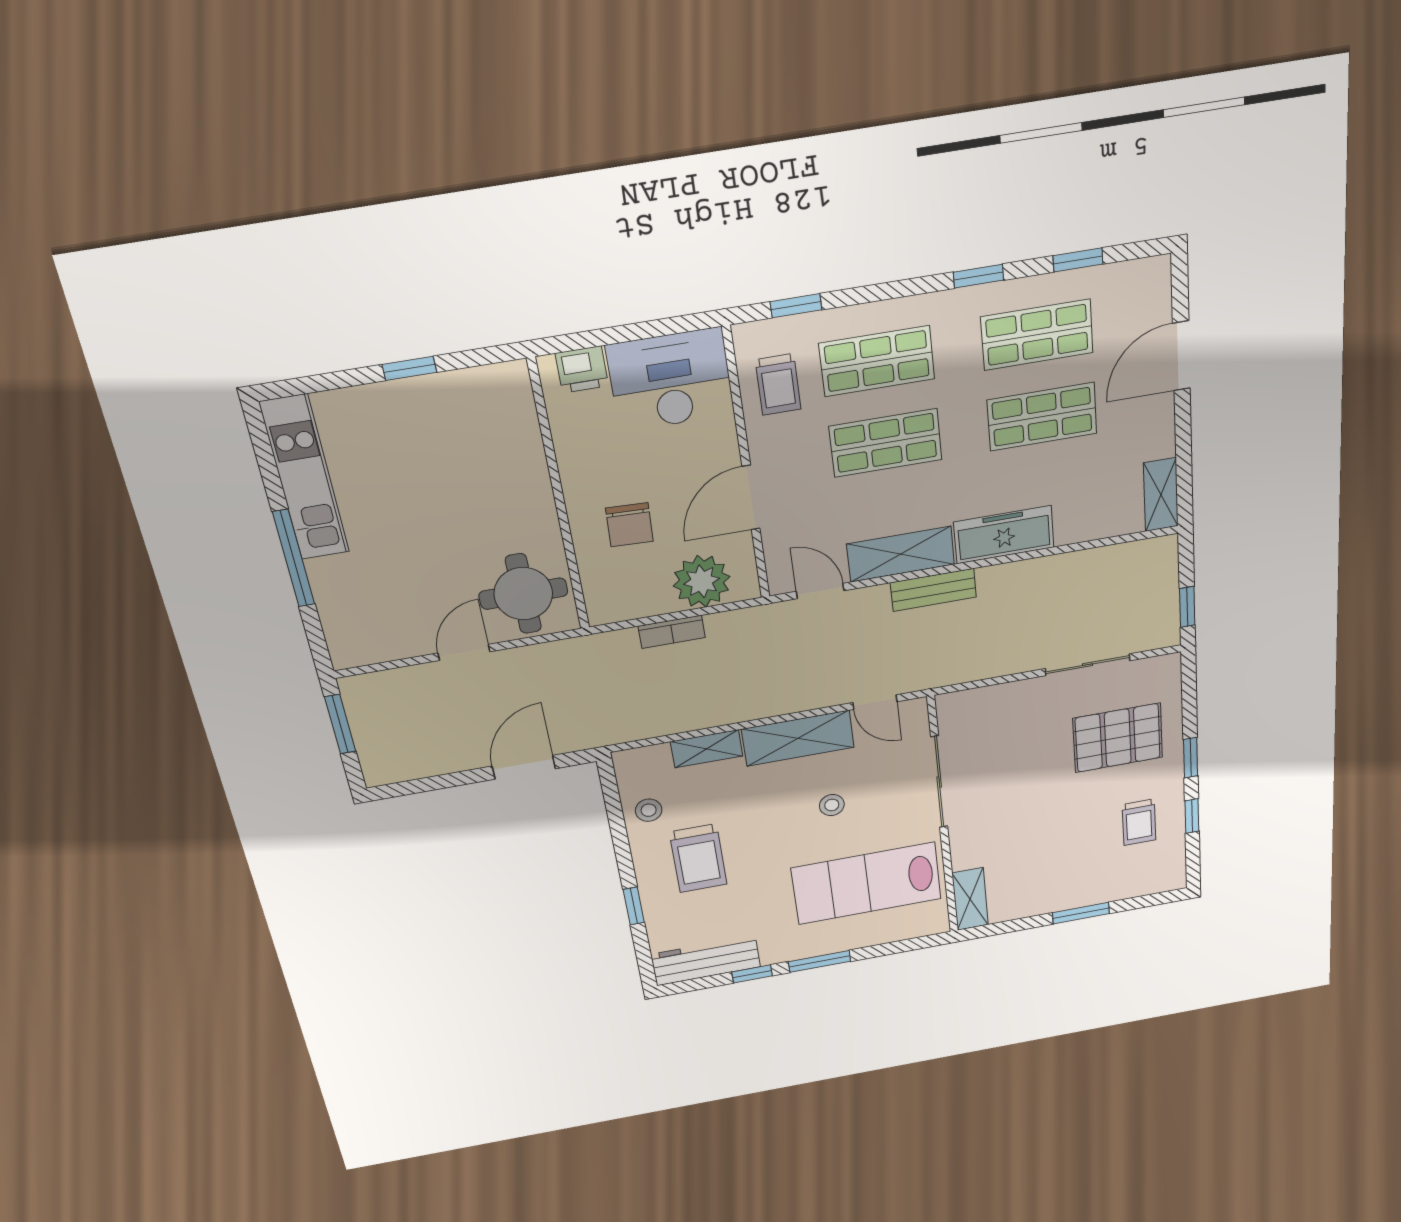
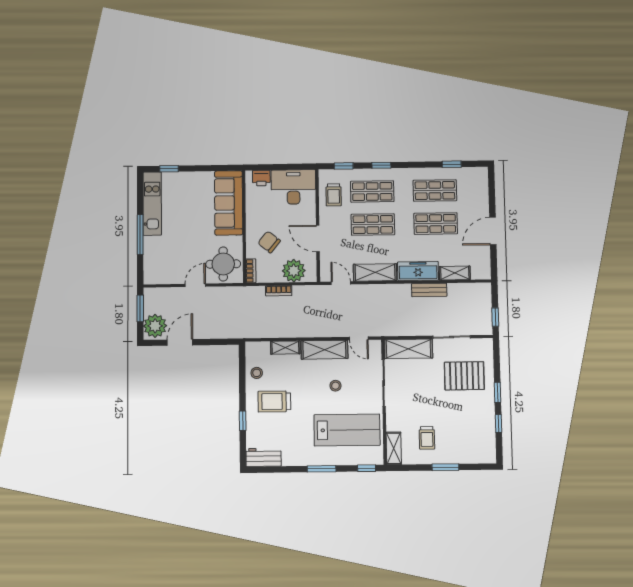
window: (978, 276) -> (381, 165), moved
door: (1181, 356) -> (493, 231), moved
window: (409, 368) -> (169, 169), moved
sofa: (507, 446) -> (229, 203), added
shelving: (1161, 495) -> (455, 273), moved, turned 90
door: (751, 498) -> (318, 238), hinge flipped
chair: (629, 525) -> (269, 242), turned 127
bench: (933, 590) -> (429, 290), moved
bookcase: (596, 598) -> (251, 271), added
shelving: (991, 705) -> (408, 349), added
plant: (387, 755) -> (155, 326), added
door: (524, 767) -> (180, 342), moved
trolley: (1139, 822) -> (427, 438), moved
trolley: (698, 858) -> (274, 402), turned 90
lab bench: (866, 883) -> (347, 430), turned 180
workbench: (706, 961) -> (264, 457), width x0.73
window: (752, 974) -> (367, 468), moved

